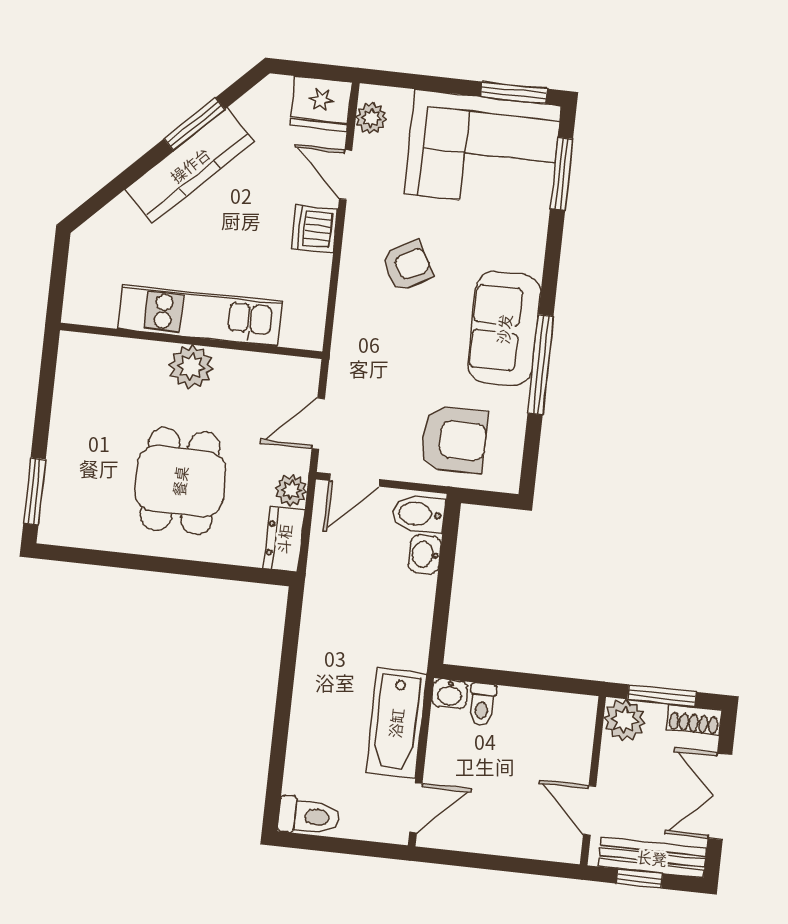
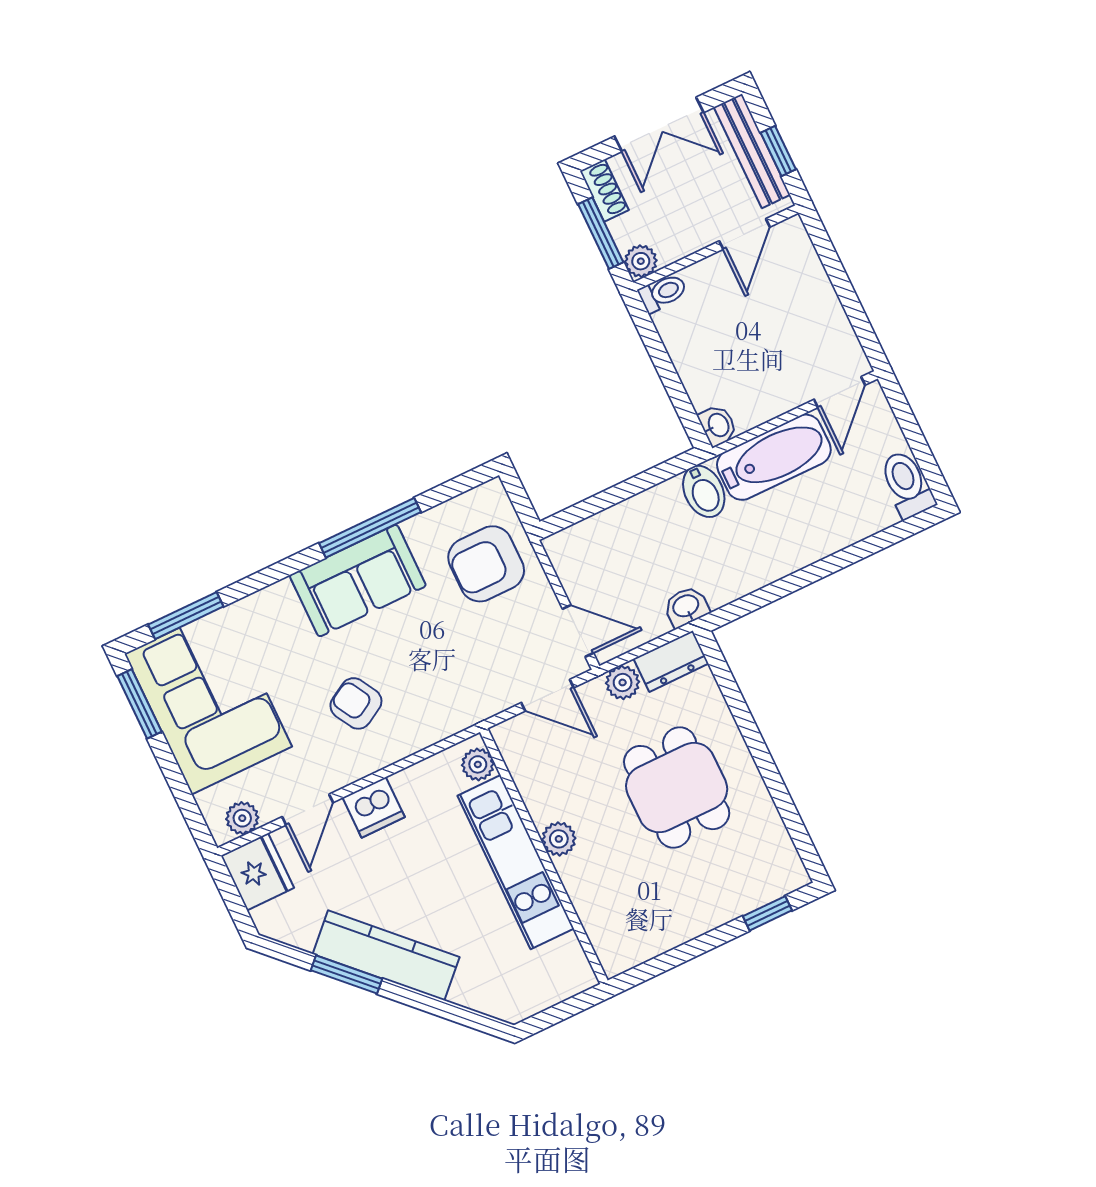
plant: (297, 333) -> (478, 764), added
plant: (191, 367) -> (559, 839), width x0.73, depth x0.73
armchair: (454, 440) -> (486, 564), turned -90
dining table: (180, 481) -> (677, 788), turned 90
window: (34, 491) -> (767, 913), width x0.67
bidet: (419, 514) -> (704, 491), moved
washbasin: (425, 554) -> (686, 607), moved, turned 180
toilet: (482, 705) -> (663, 293), moved
plant: (624, 720) -> (641, 261), width x0.73, depth x0.73
door: (416, 808) -> (839, 392), swing flipped

